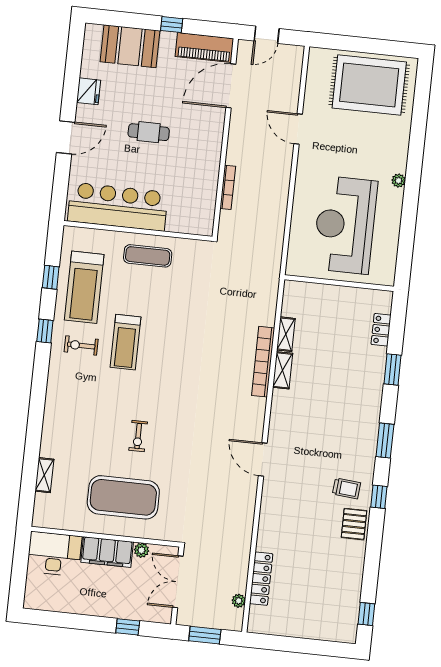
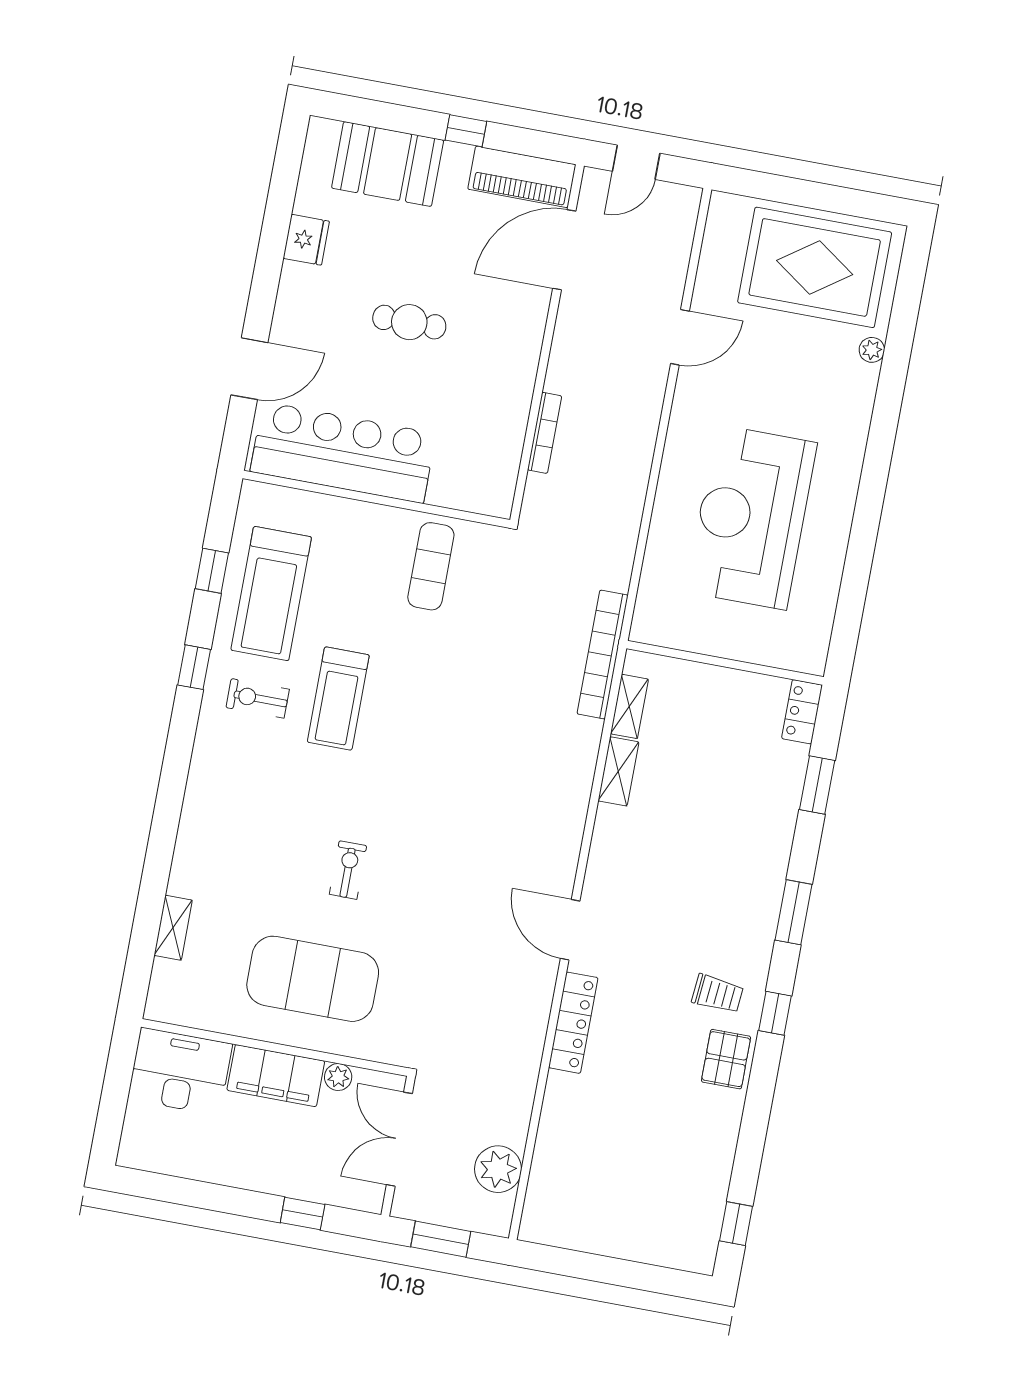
door: (298, 129) -> (680, 337), swing flipped
door: (66, 137) -> (249, 369), moved
plant: (399, 181) -> (872, 350), moved
exercise mat: (148, 256) -> (431, 566), moved, turned 90
wall: (339, 283) -> (725, 663), moved
bookcase: (263, 362) -> (603, 655), moved
exercise bike: (138, 436) -> (348, 870), turned 180
locker: (261, 579) -> (573, 1023), moved
plant: (239, 601) -> (498, 1169), width x1.88, depth x1.88

